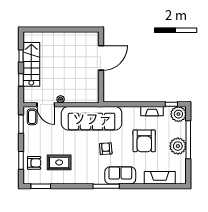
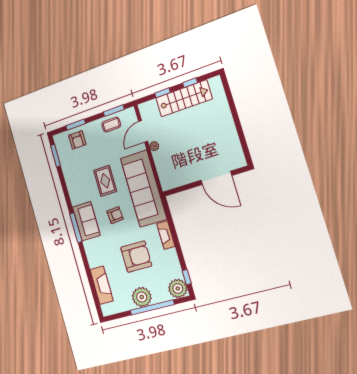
fireplace: (152, 111) -> (166, 235), moved
coffee table: (32, 117) -> (111, 125), moved
armchair: (144, 141) -> (136, 257), turned 180
rug: (59, 162) -> (105, 181), moved
sofa: (120, 175) -> (86, 221), moved

